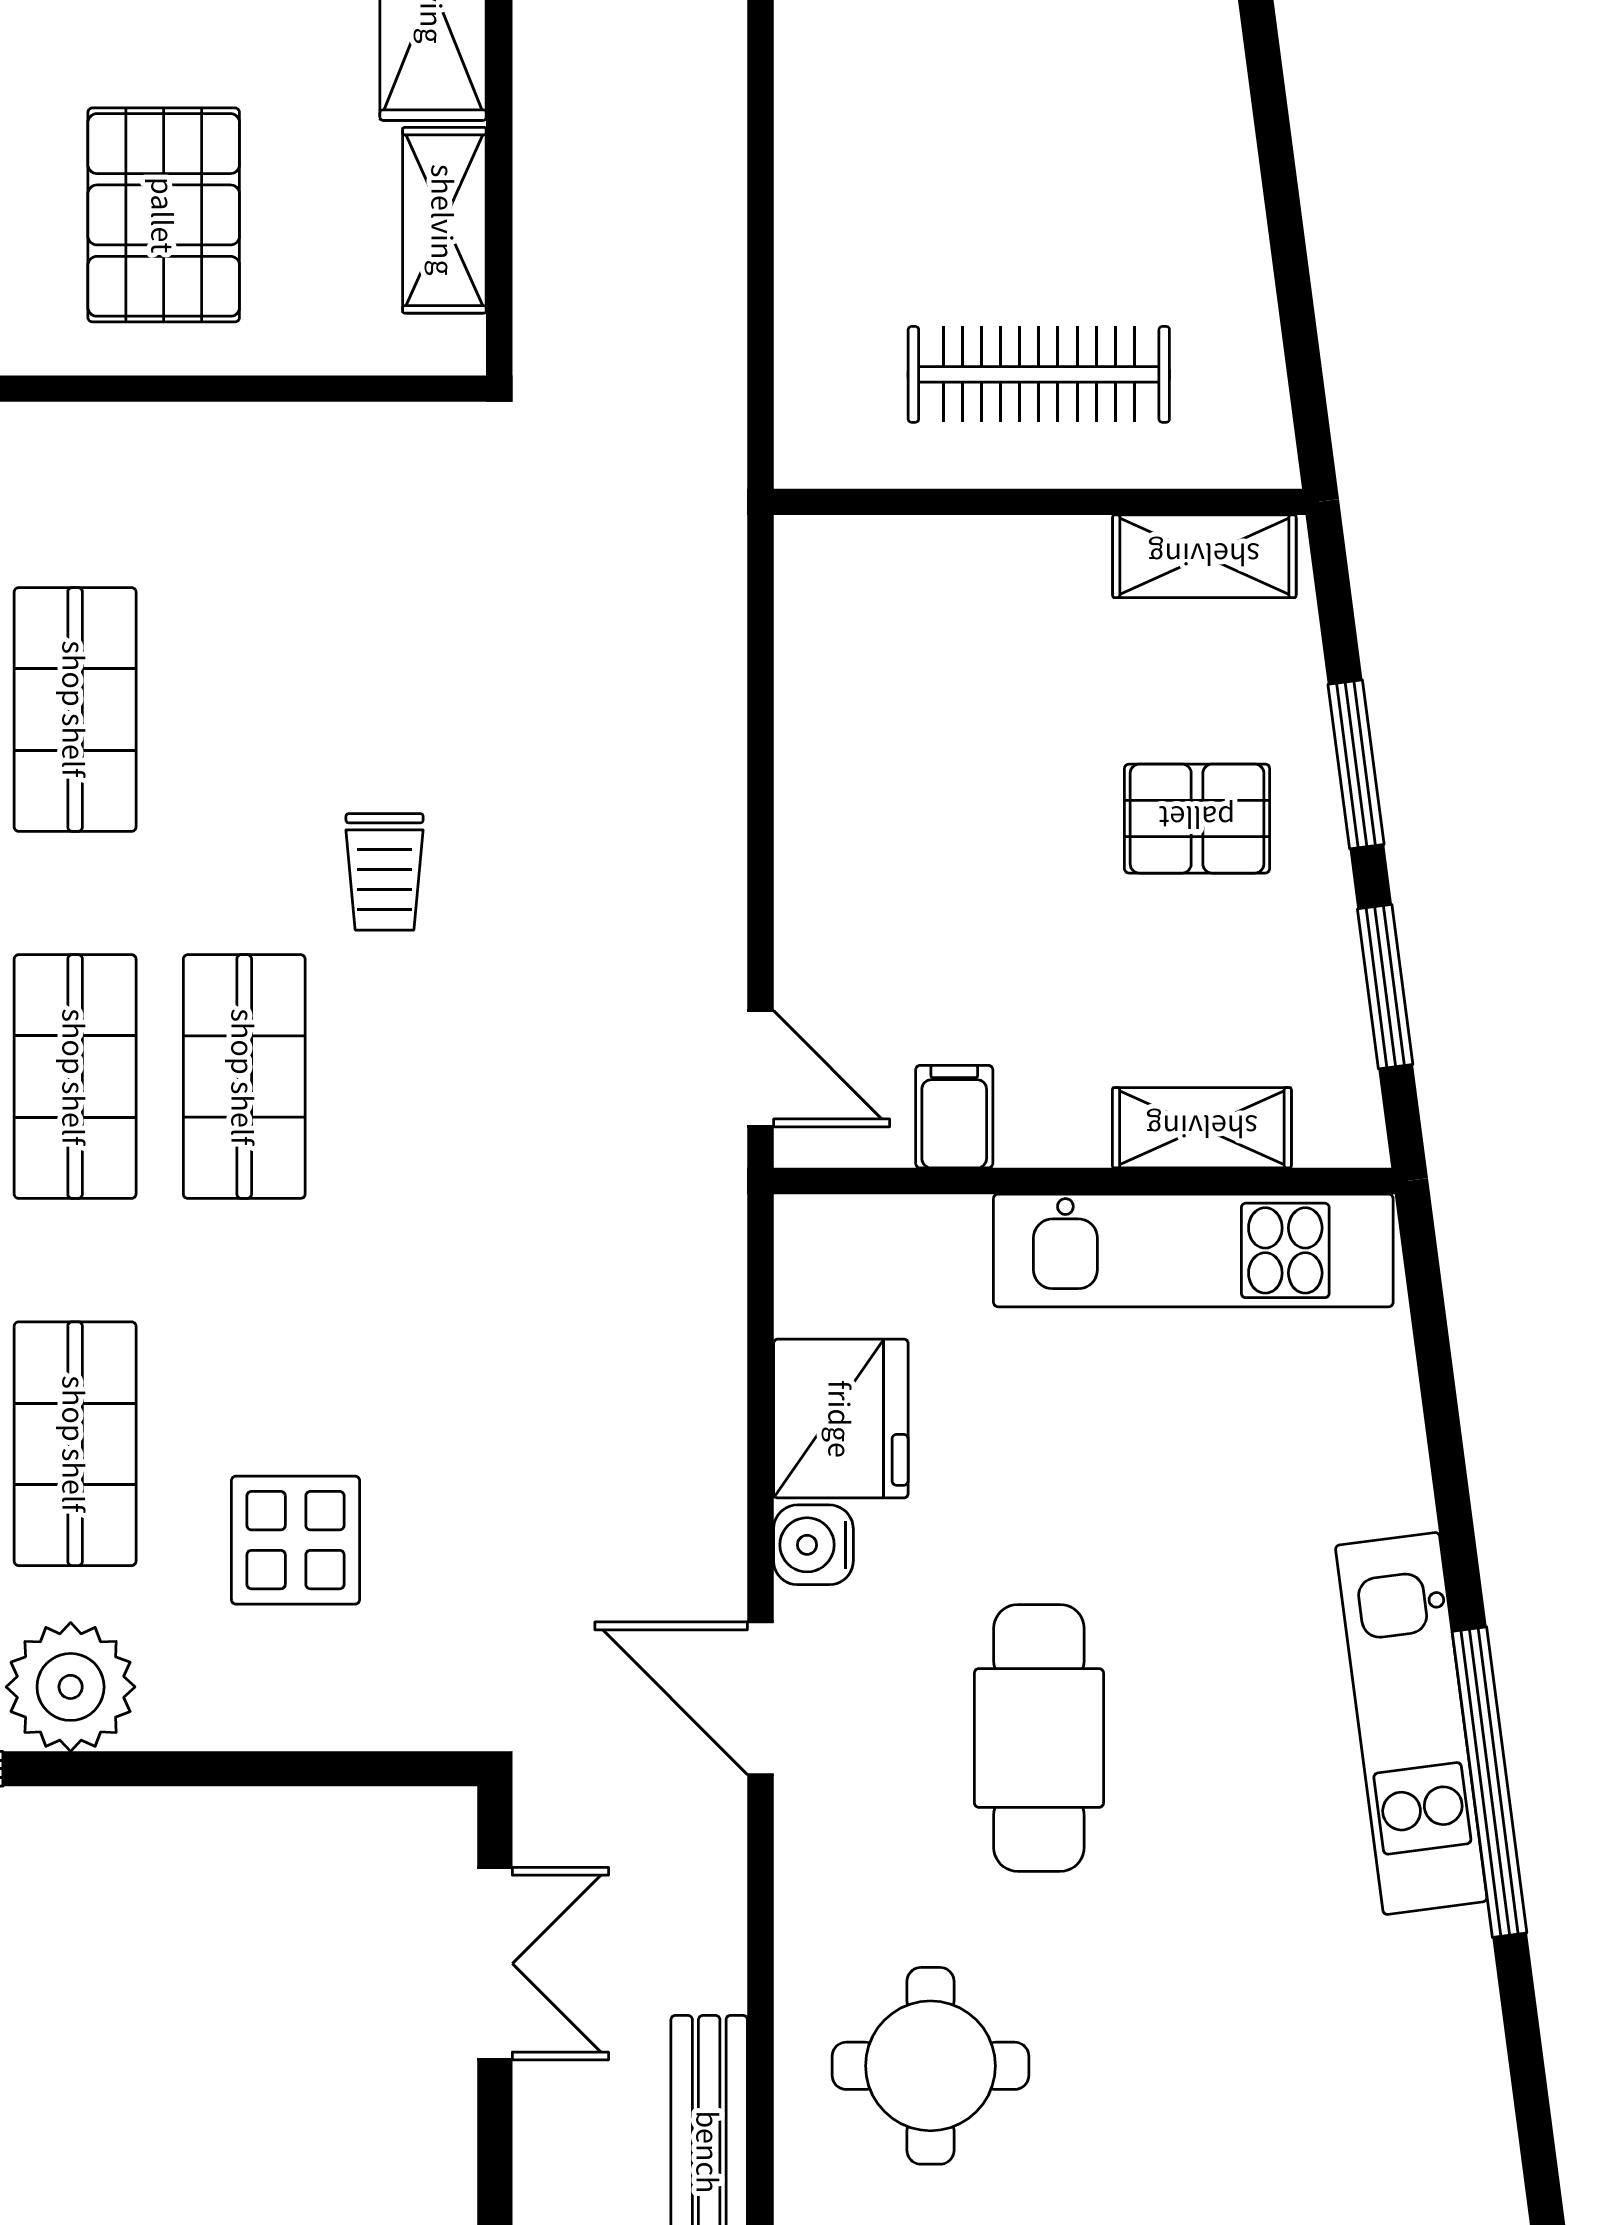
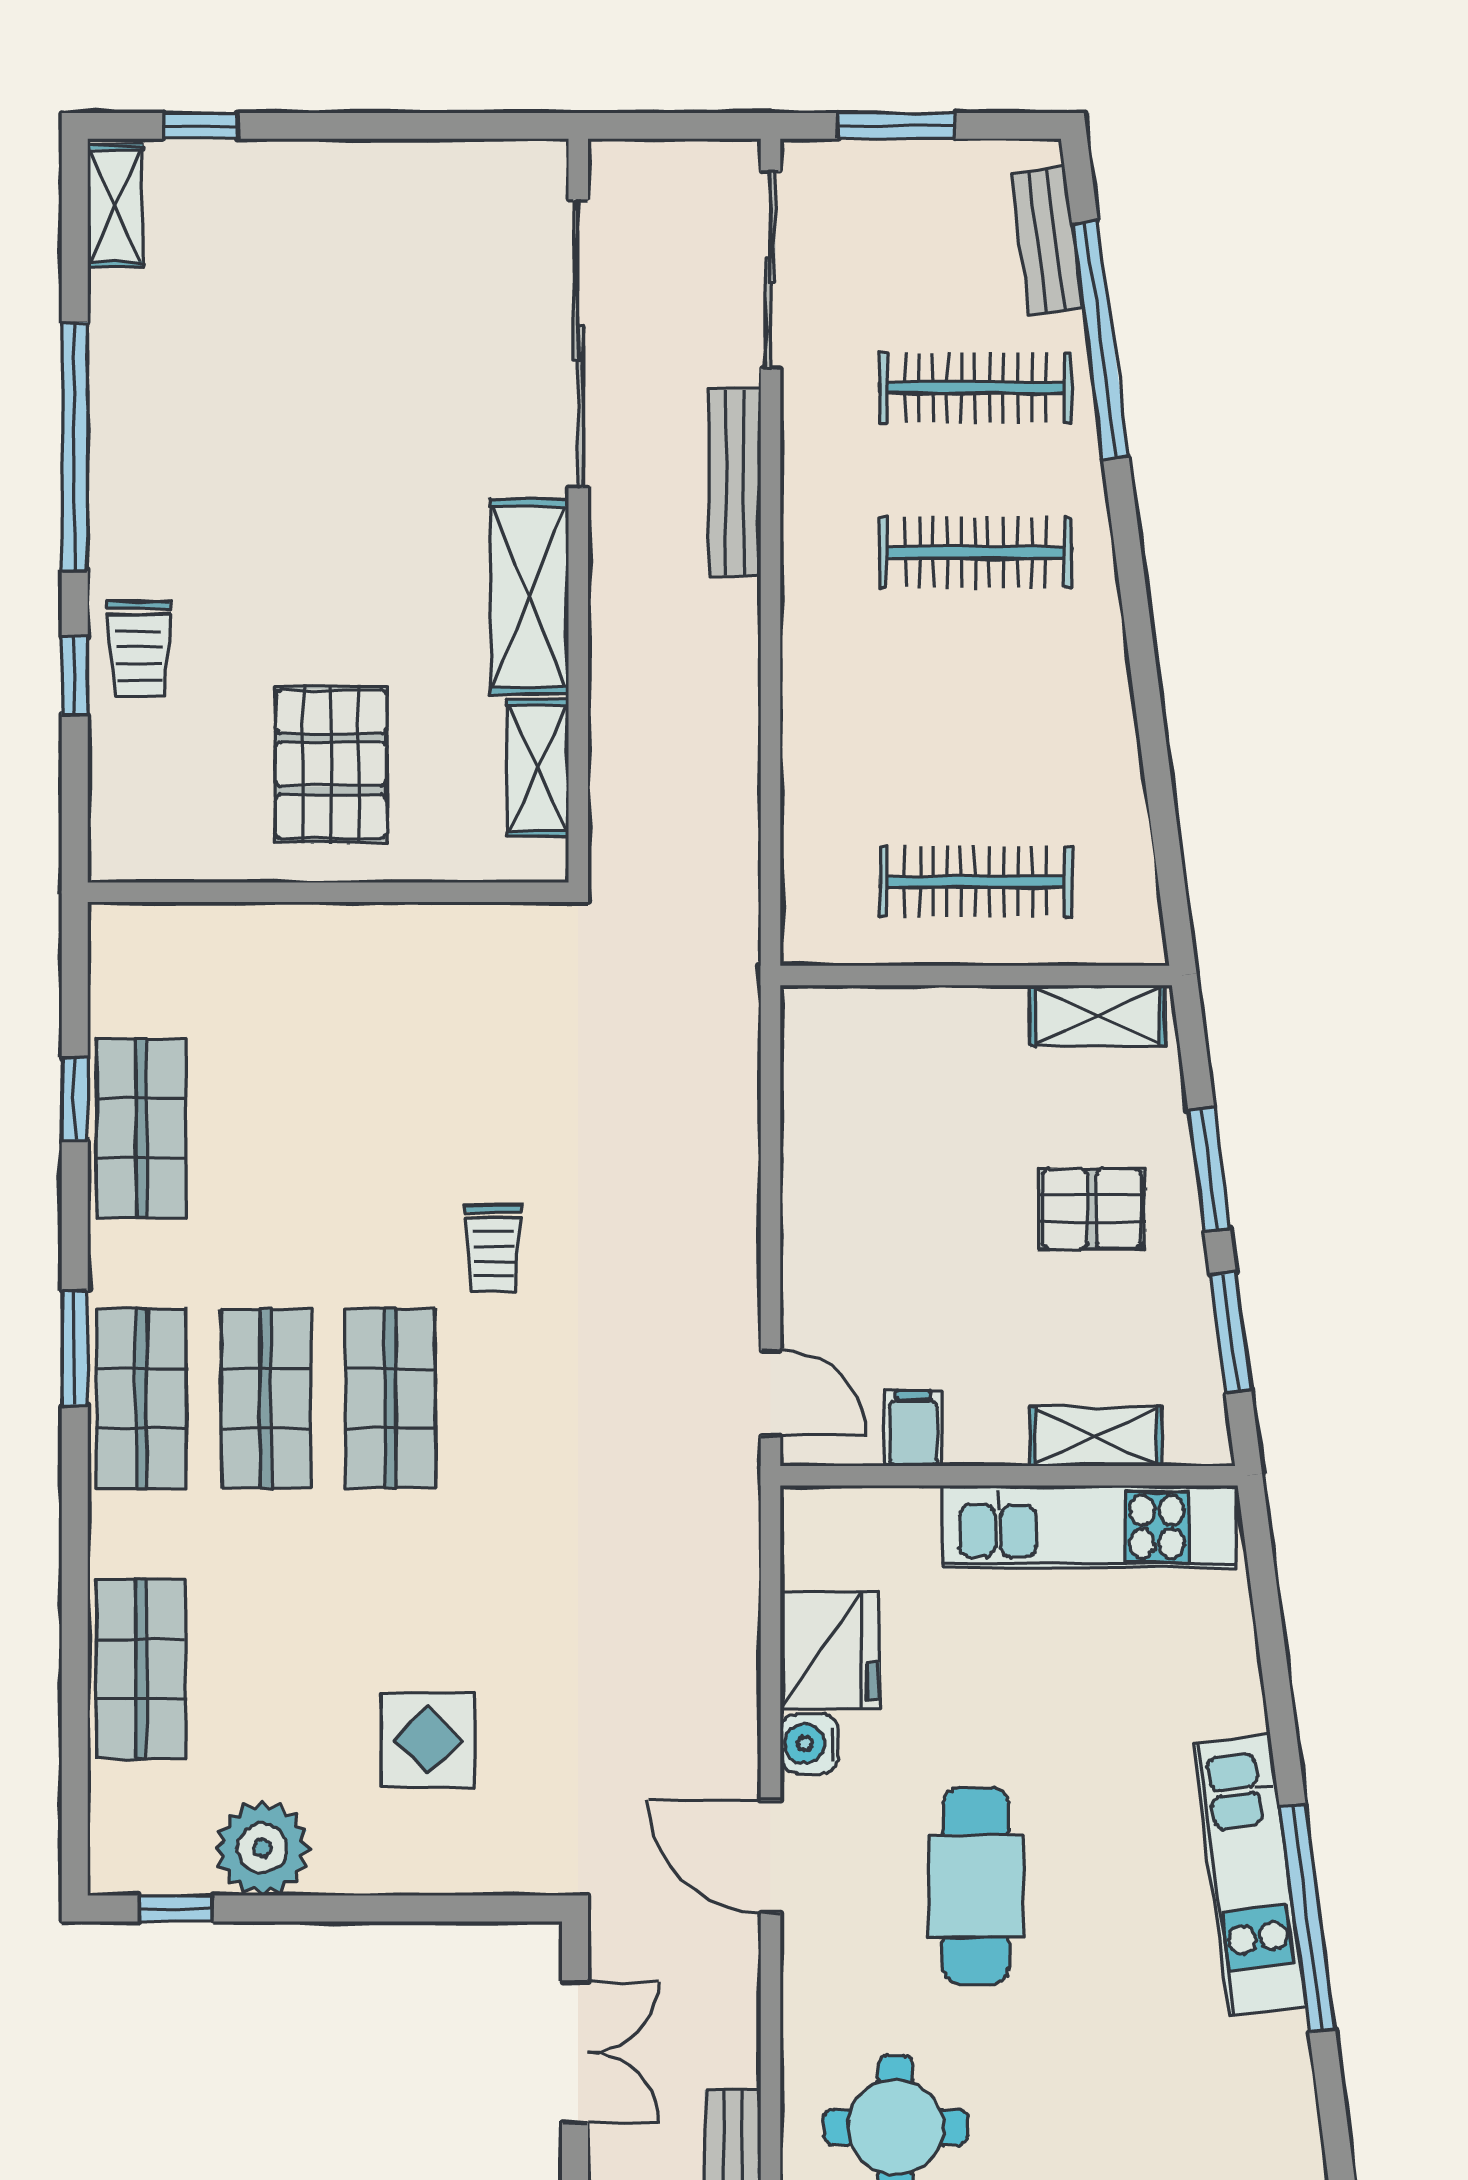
shop shelf: (75, 709) -> (266, 1128), removed
shop shelf: (75, 1444) -> (266, 1669), removed

